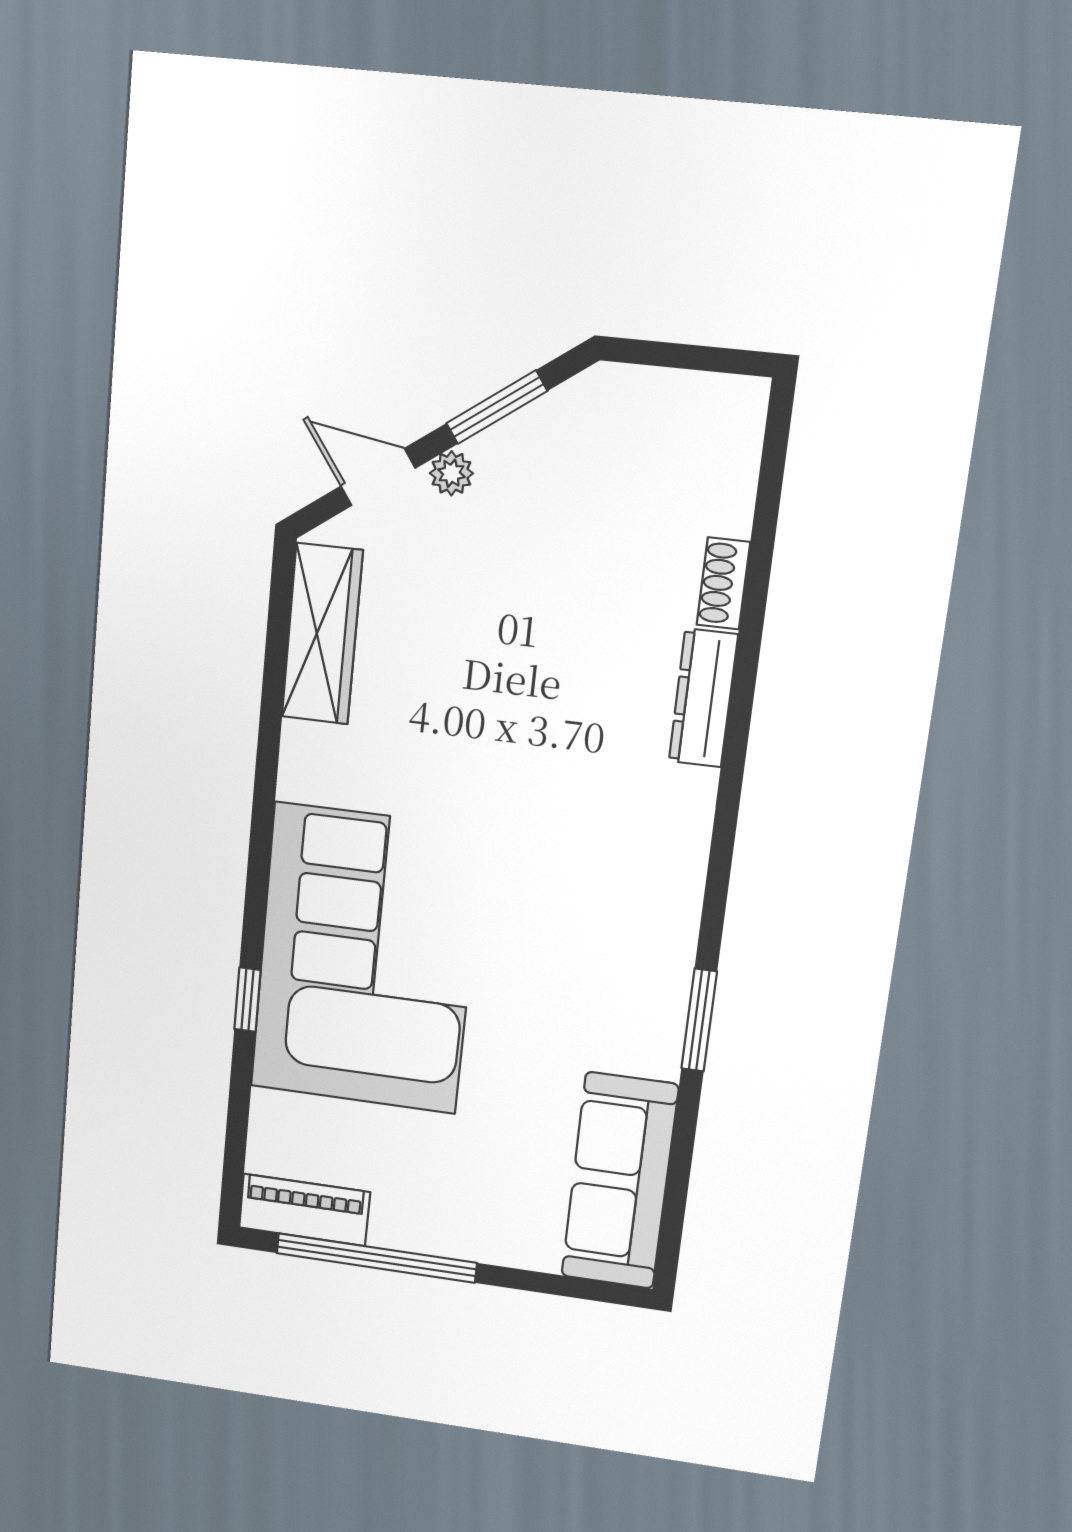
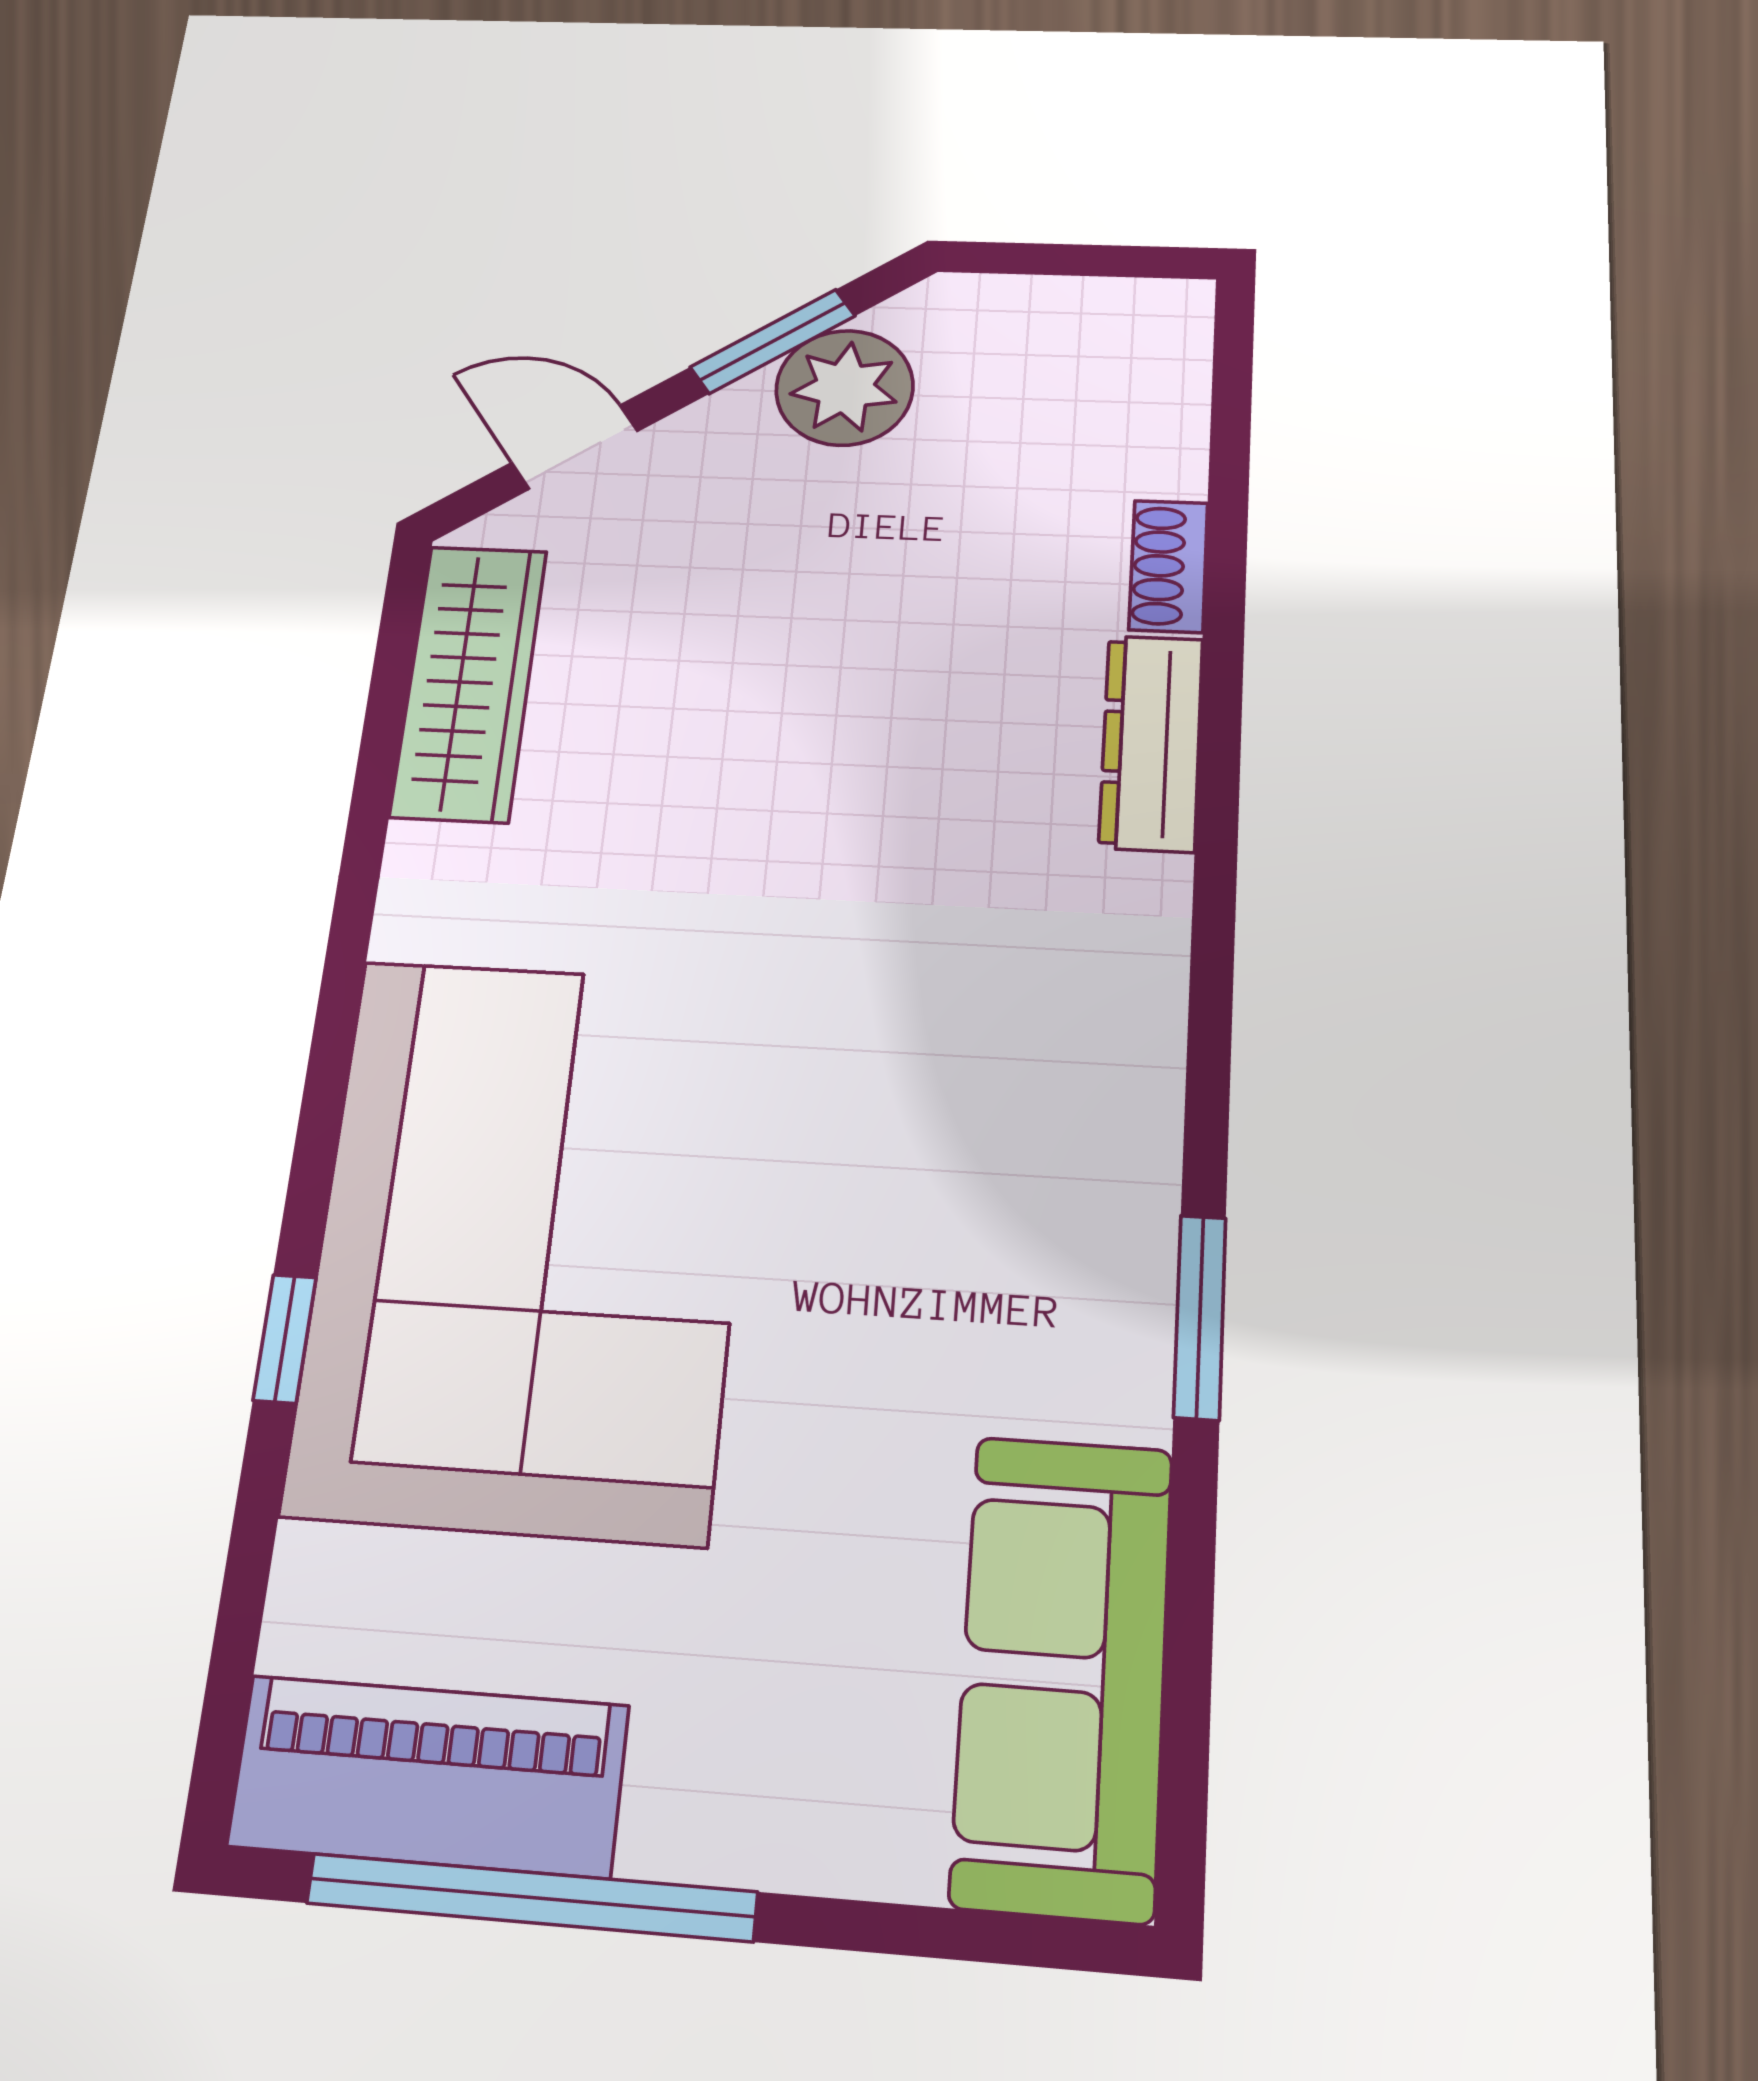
plant: (451, 473) -> (845, 388), moved, width x1.87, depth x1.87
piano: (304, 1210) -> (429, 1776), width x1.37, depth x1.33

